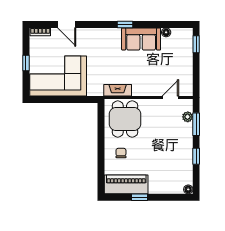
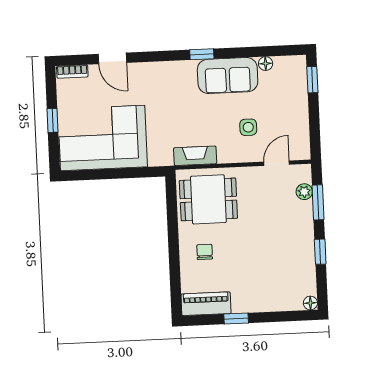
side table: (153, 73) -> (248, 127), added
dining table: (125, 119) -> (208, 199), turned 90
piano: (126, 184) -> (206, 304), width x0.73, depth x0.75

